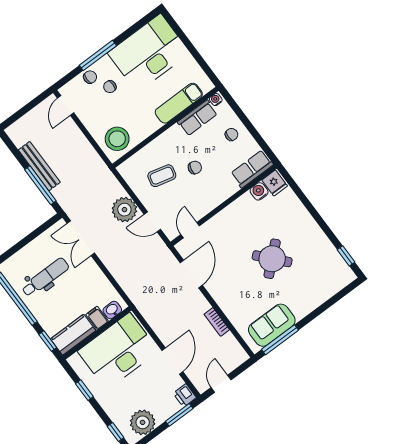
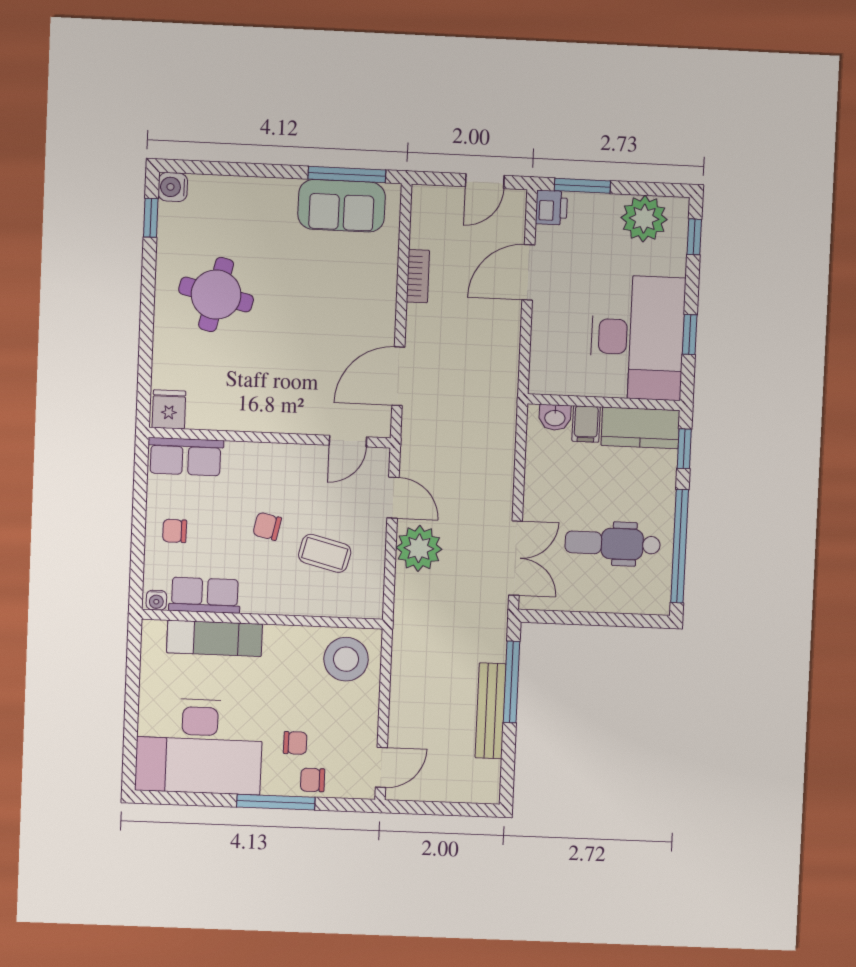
water cooler: (259, 191) -> (173, 187), moved, turned 90
round table: (272, 259) -> (216, 294), moved, turned -35
desk: (118, 351) -> (637, 337), moved, turned -90

